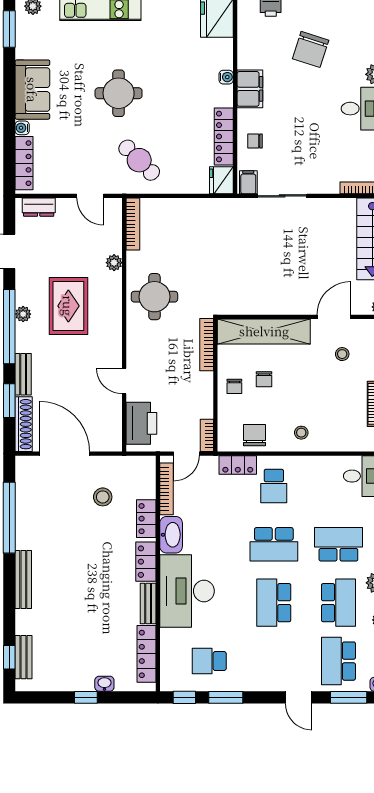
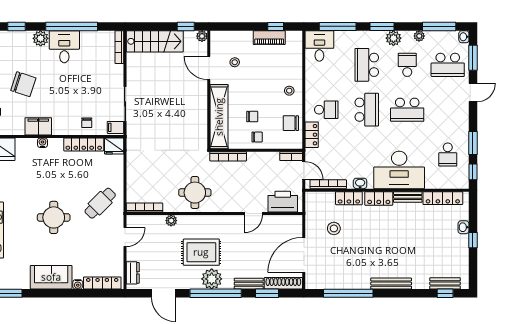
filing cabinet: (250, 89) -> (38, 126), moved
plant: (23, 314) -> (212, 279), width x1.88, depth x1.88
washbasin: (171, 535) -> (360, 183), width x0.52, depth x0.69
school desk: (338, 603) -> (407, 65), width x0.54

